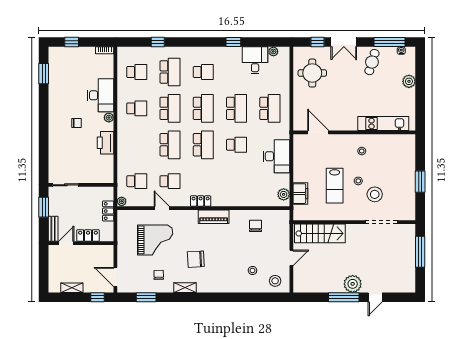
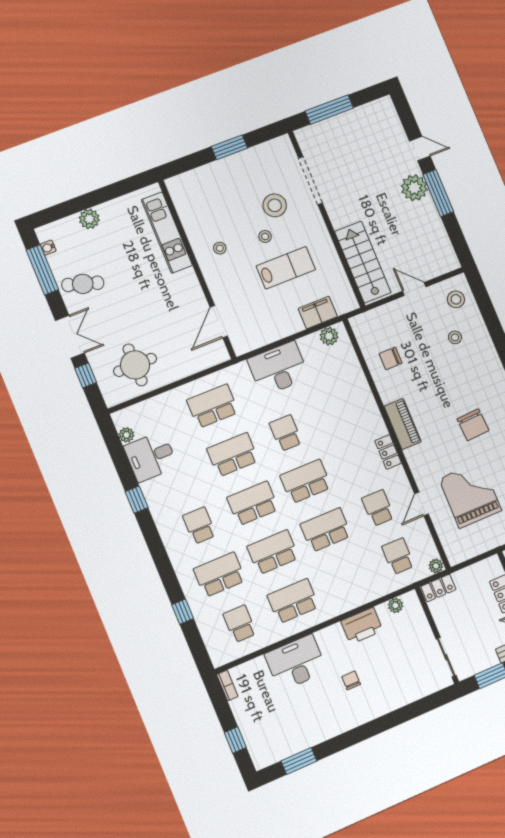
school desk: (137, 108) -> (293, 601), width x1.85
plant: (109, 118) -> (395, 605), moved
locker: (108, 211) -> (438, 588), moved

